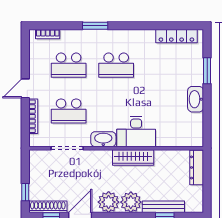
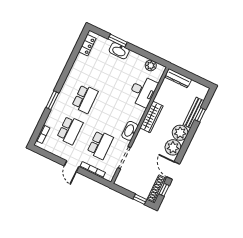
locker: (176, 36) -> (87, 45), width x0.66
washbasin: (196, 99) -> (119, 51), moved
plant: (196, 126) -> (151, 65), added
desk: (136, 132) -> (143, 91), moved

